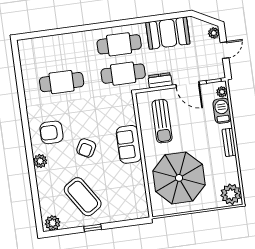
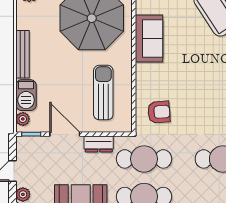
bench: (229, 142) -> (23, 54), width x1.36
sofa: (129, 144) -> (149, 39), moved
armchair: (86, 148) -> (159, 112), moved, turned 57

